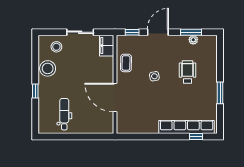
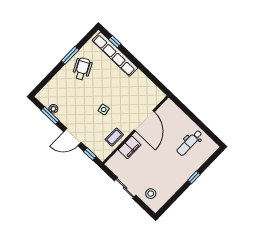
filing cabinet: (107, 46) -> (130, 147), moved
stool: (48, 68) -> (171, 185), removed
wheelchair: (187, 72) -> (82, 69), moved, turned 153

